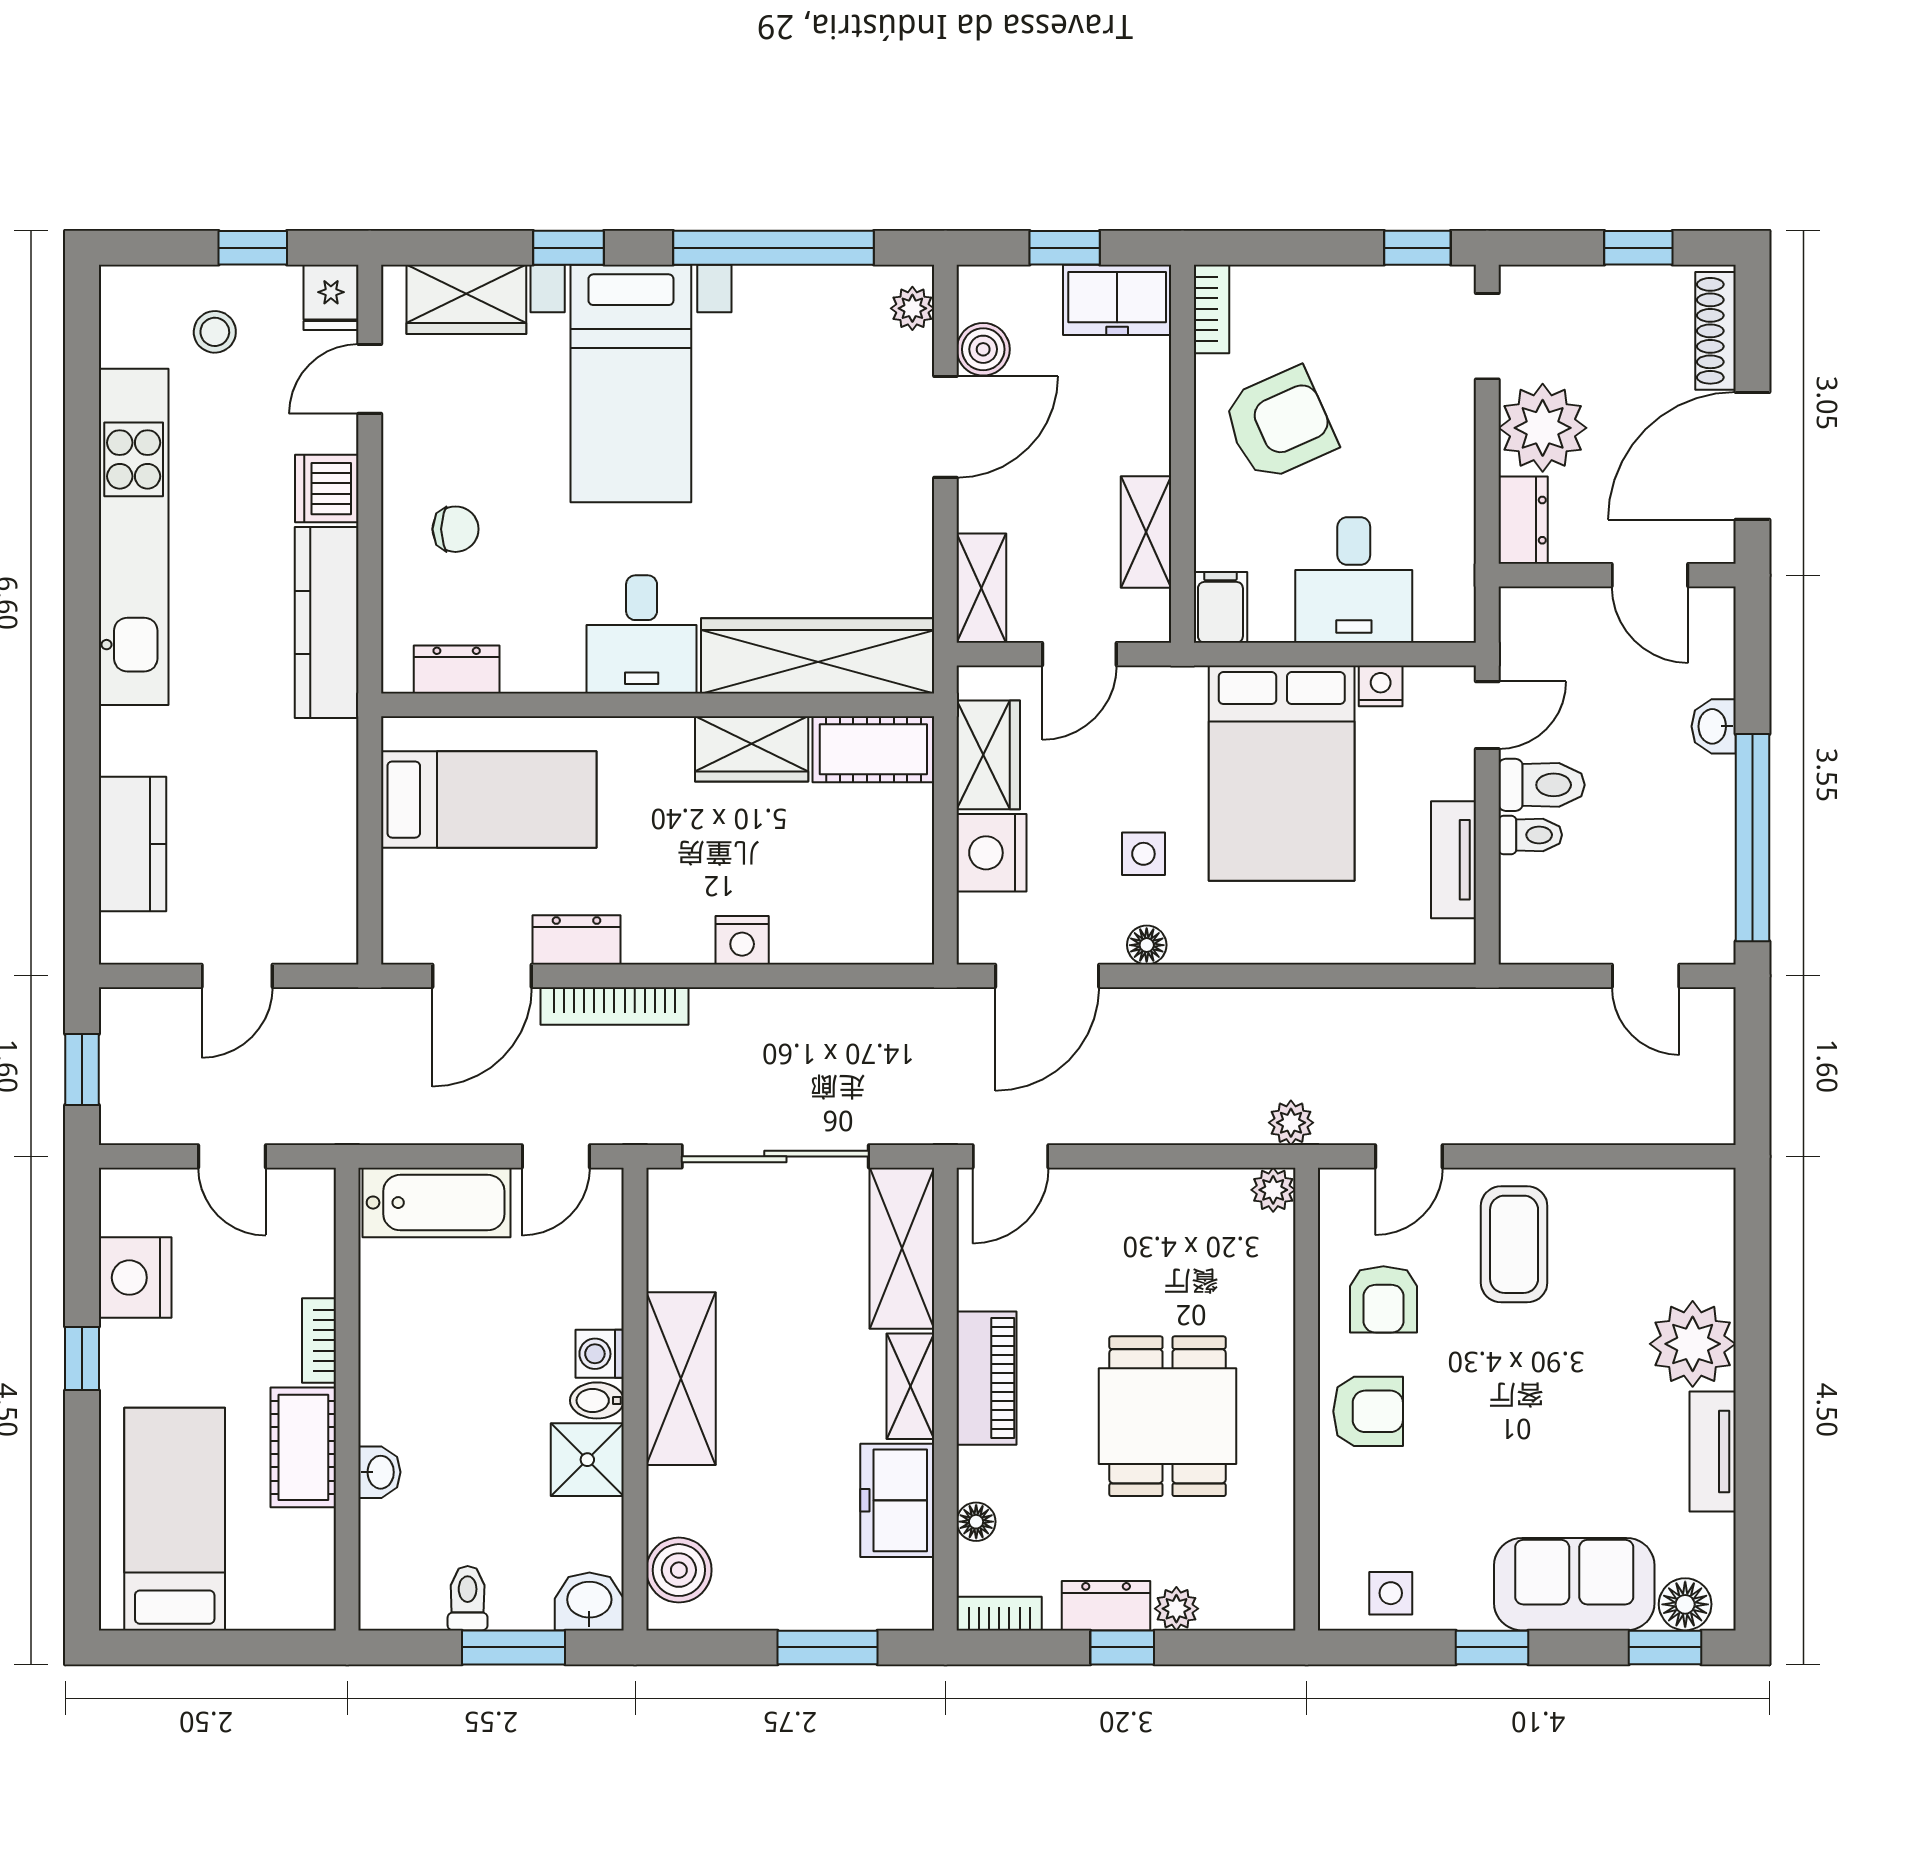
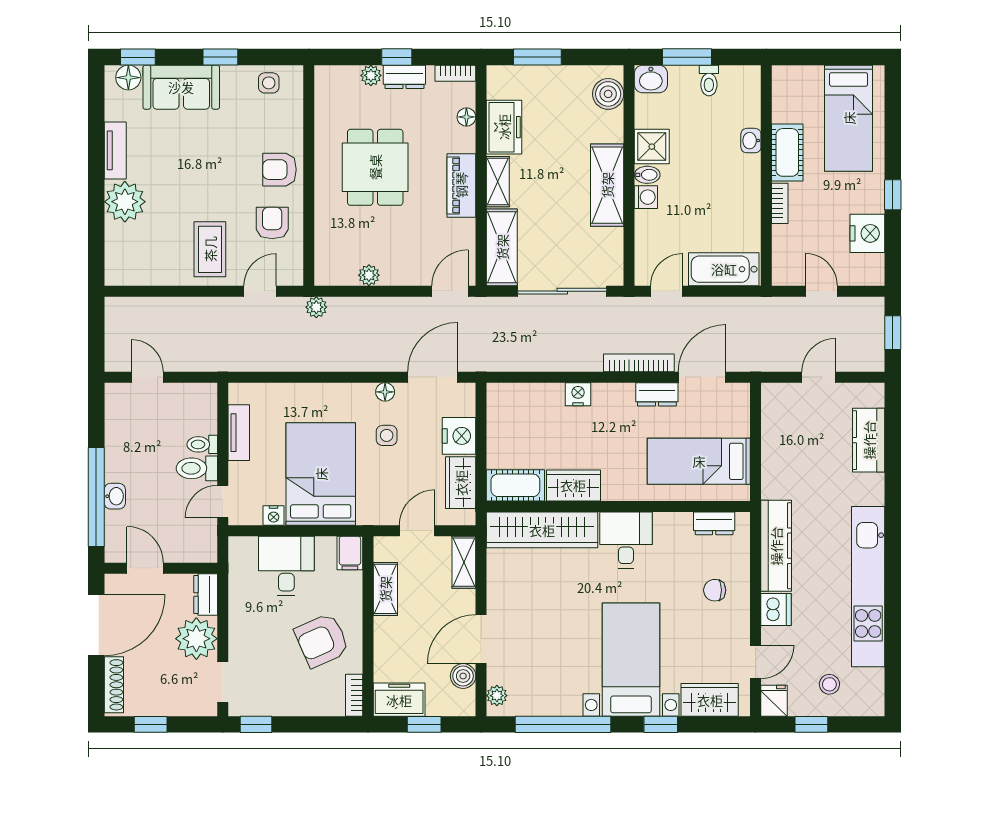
window: (1752, 838) -> (96, 497), moved
plant: (1273, 1190) -> (369, 275), moved

